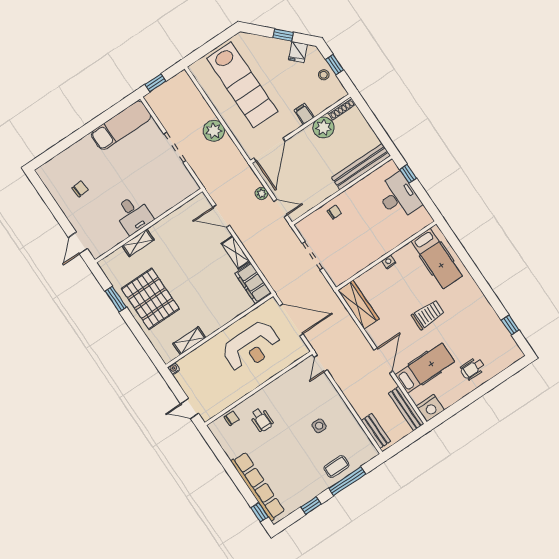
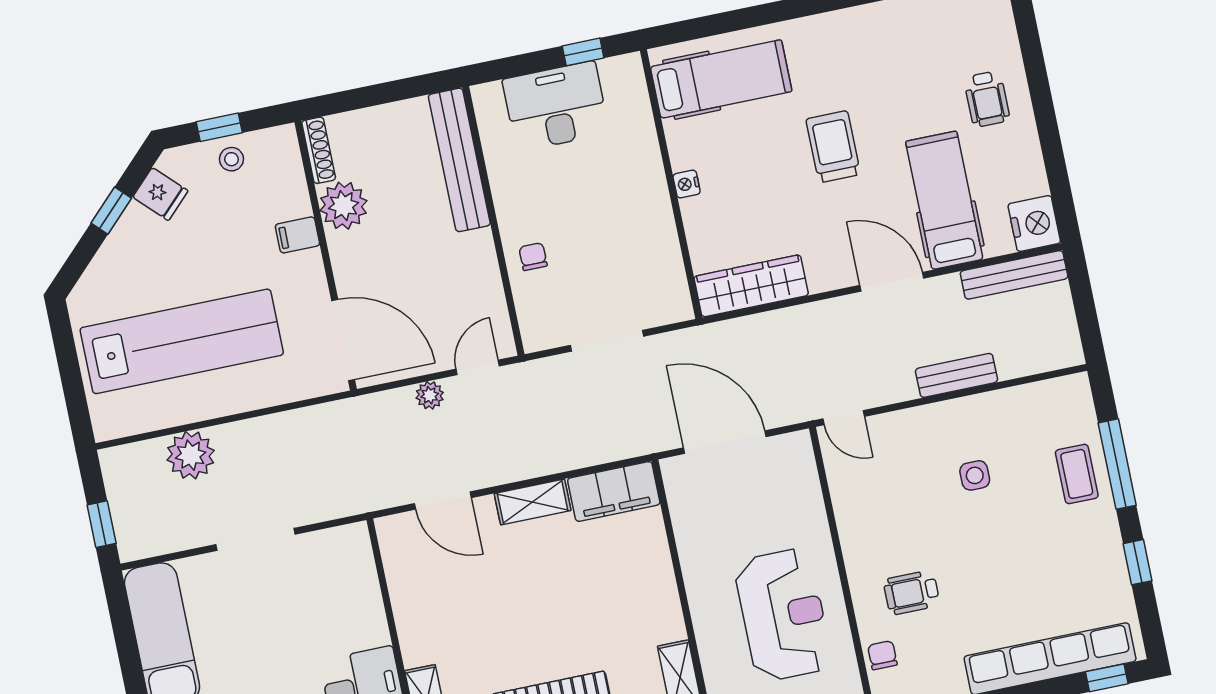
plant: (214, 131) -> (191, 455), moved
window: (408, 174) -> (583, 52), moved
door: (221, 216) -> (443, 501), hinge flipped
door: (291, 320) -> (725, 442), hinge flipped
reception desk: (251, 347) -> (783, 615), moved
wheelchair: (262, 420) -> (912, 592), turned 180
bench: (376, 431) -> (956, 375), moved

